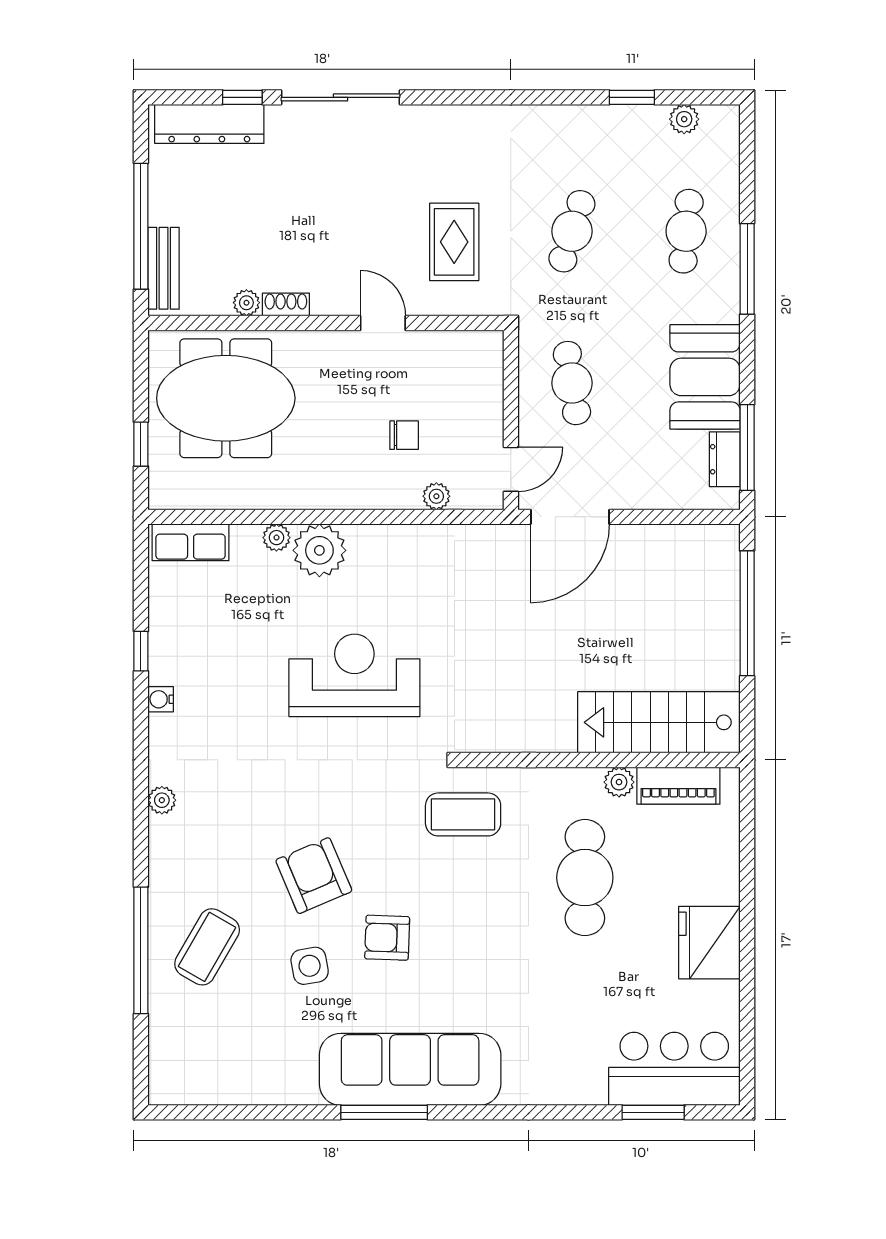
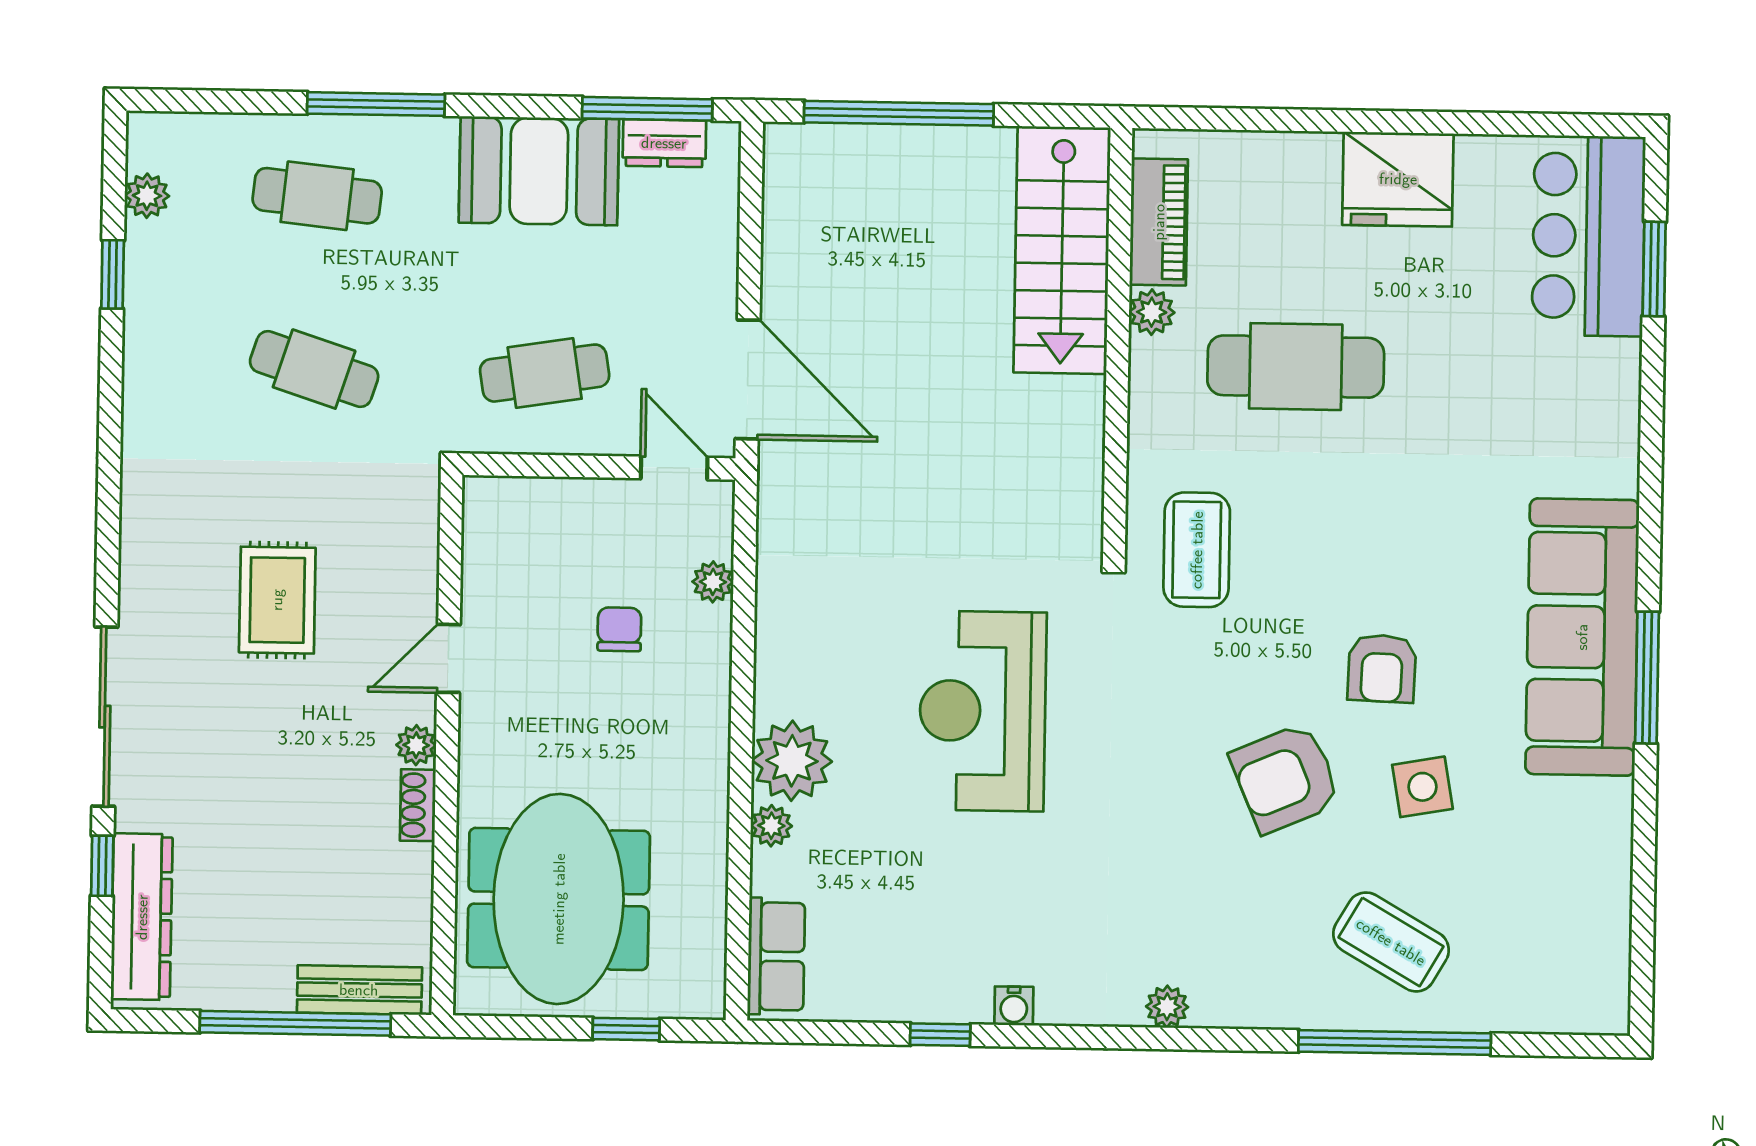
rug: (454, 242) -> (277, 600), moved, turned 90
plant: (246, 303) -> (416, 745), moved

